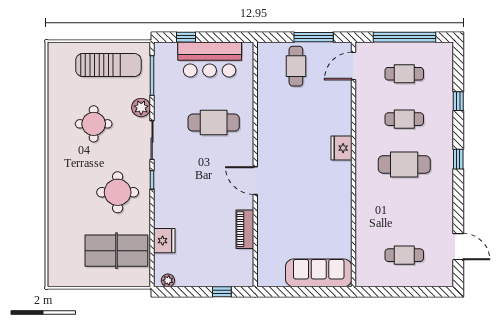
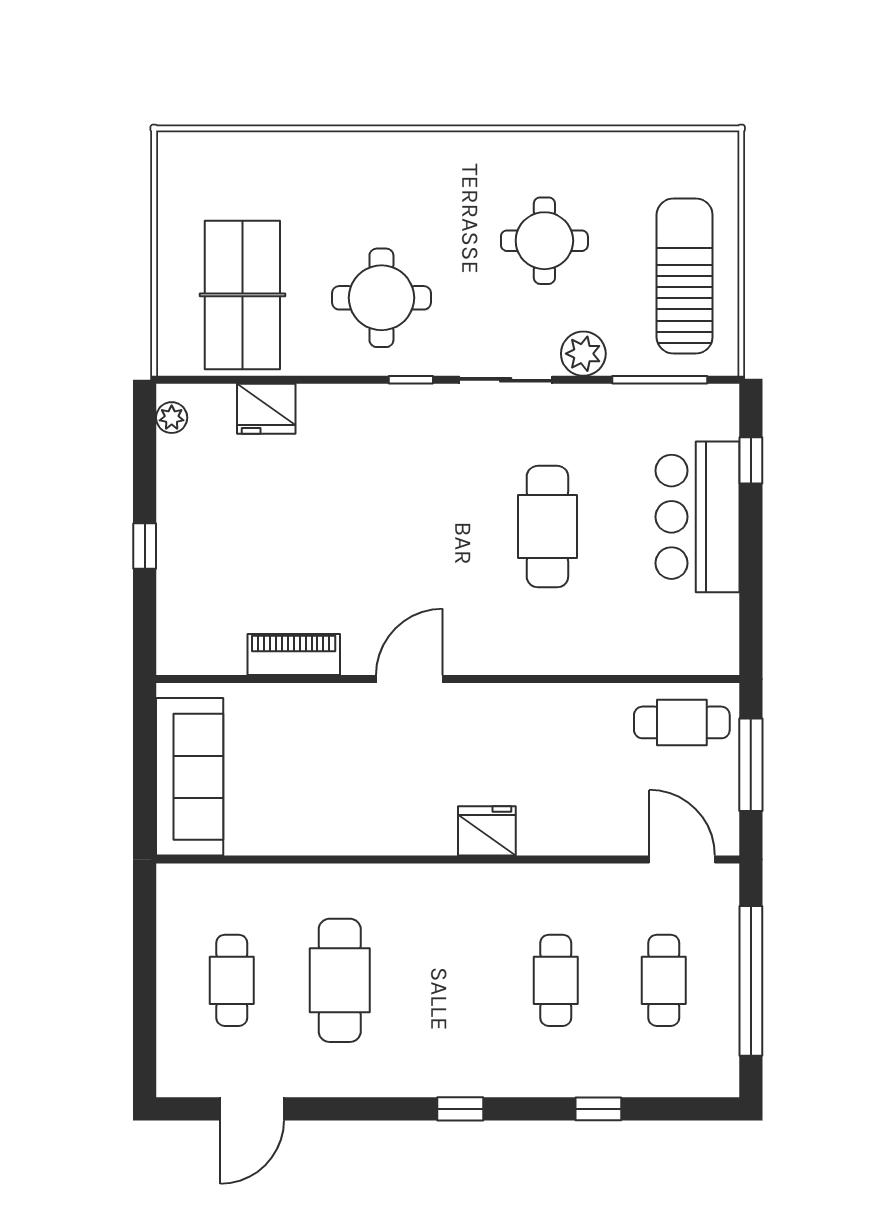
sun lounger: (108, 65) -> (685, 276), turned 180
wall: (255, 164) -> (448, 679), moved
cafe table: (404, 164) -> (340, 980), moved
door: (255, 181) -> (409, 679), moved
piano: (245, 229) -> (294, 655), moved

